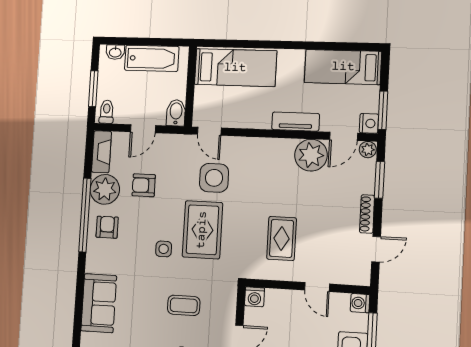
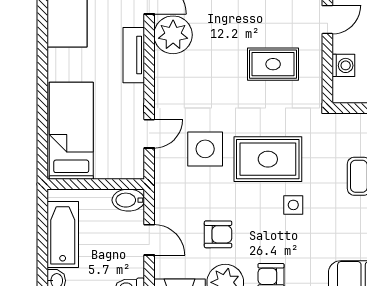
door: (209, 131) -> (149, 134), moved
armchair: (144, 185) -> (218, 234), turned -90
washing machine: (255, 297) -> (343, 65), moved

